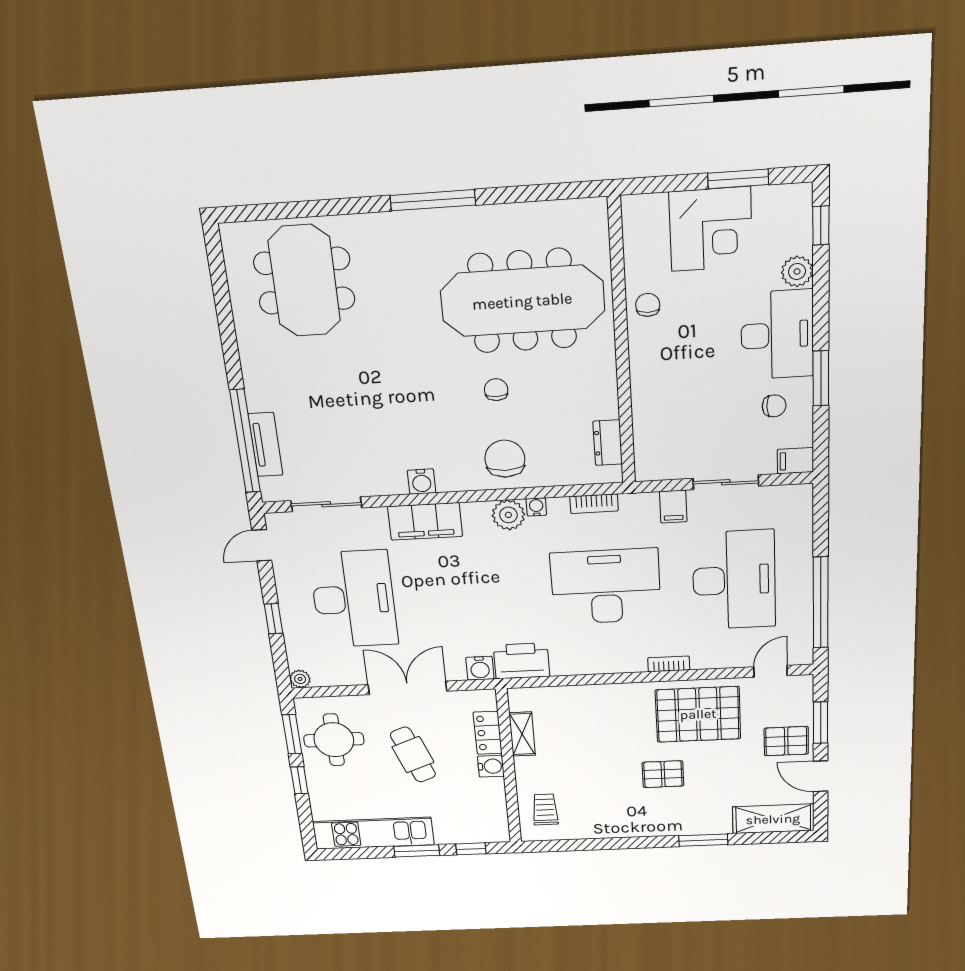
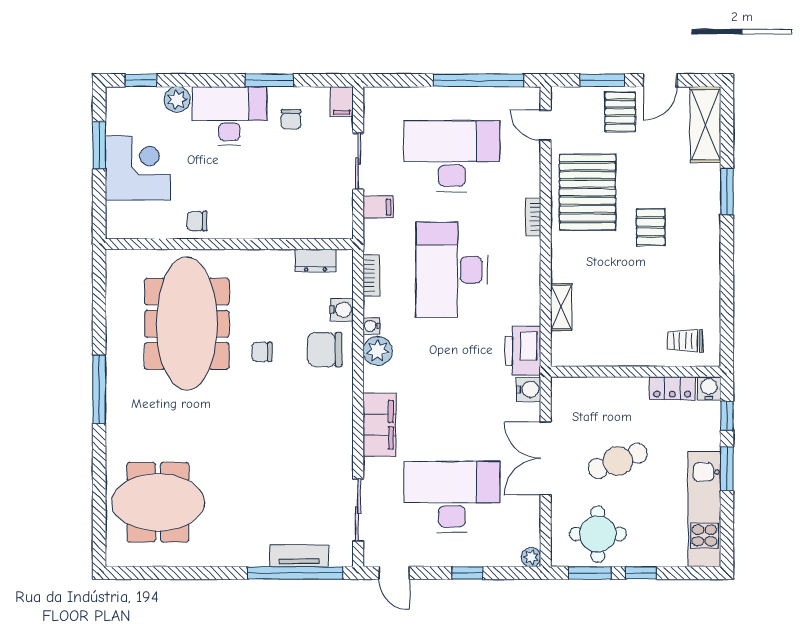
chair: (774, 406) -> (291, 119), turned 180
water cooler: (422, 482) -> (342, 310), moved
locker: (488, 733) -> (672, 388), moved
shelving: (522, 734) -> (561, 307), moved, turned 90
water cooler: (491, 766) -> (709, 388), moved

